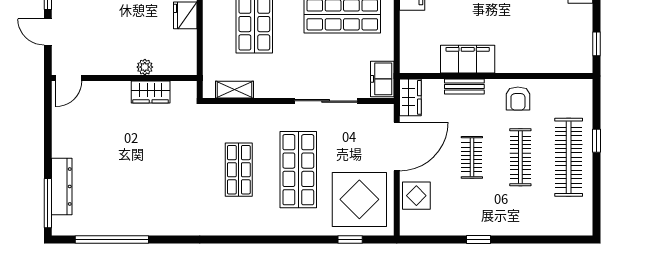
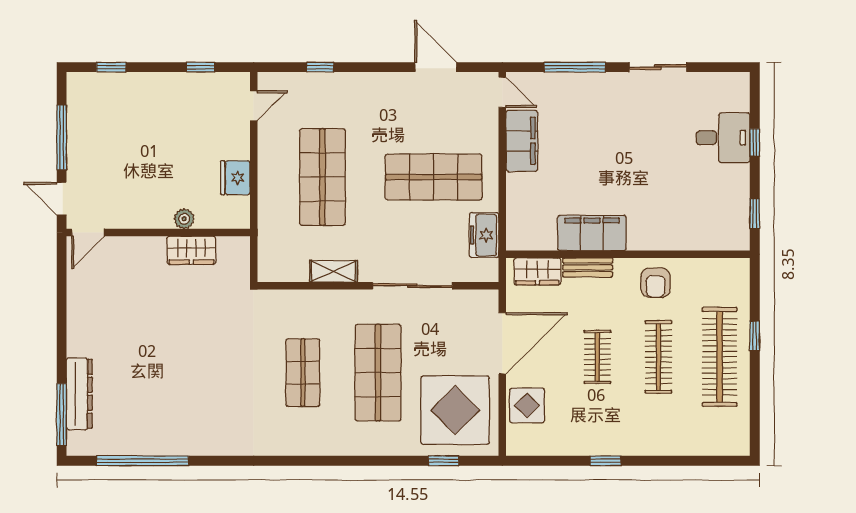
plant: (145, 67) -> (184, 219), moved
door: (69, 78) -> (88, 233), moved
wall: (124, 78) -> (158, 233), moved
freezer: (382, 79) -> (484, 235), moved
shelving: (234, 90) -> (334, 271), moved
wardrobe: (151, 92) -> (191, 250), moved
wardrobe: (410, 97) -> (537, 271), moved, turned 90

